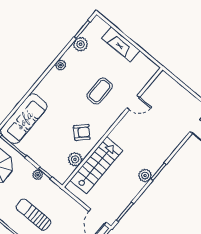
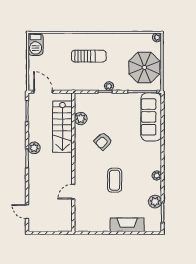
door: (133, 103) -> (73, 192), moved
wall: (112, 127) -> (73, 162), moved
plant: (75, 159) -> (81, 119), moved
stairs: (96, 165) -> (62, 127), moved

